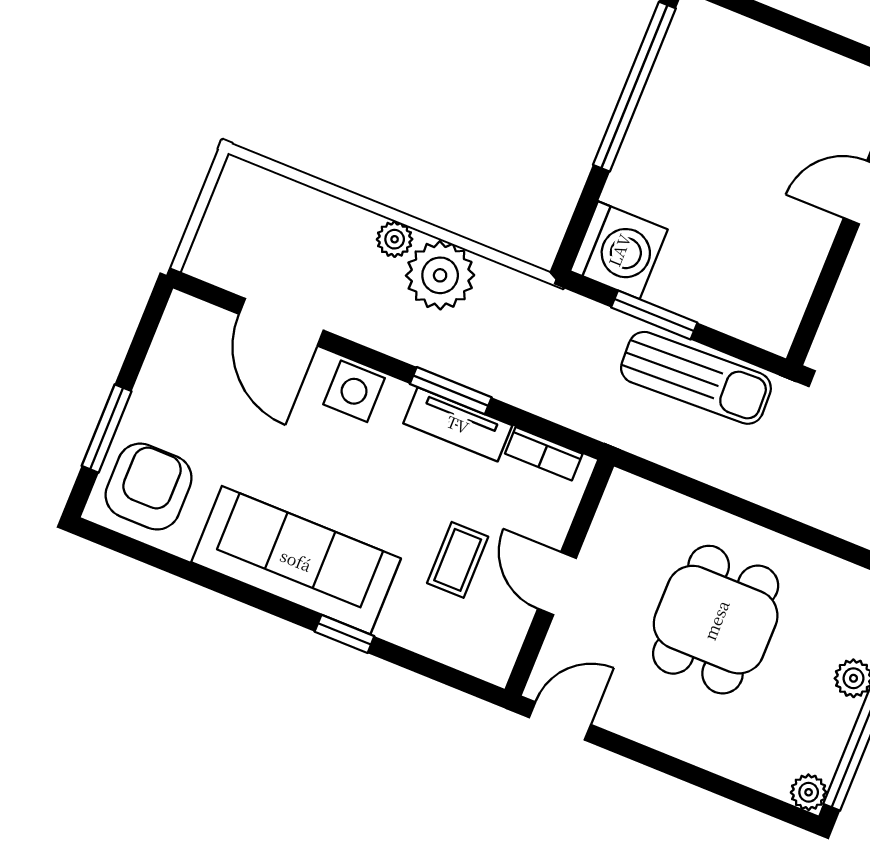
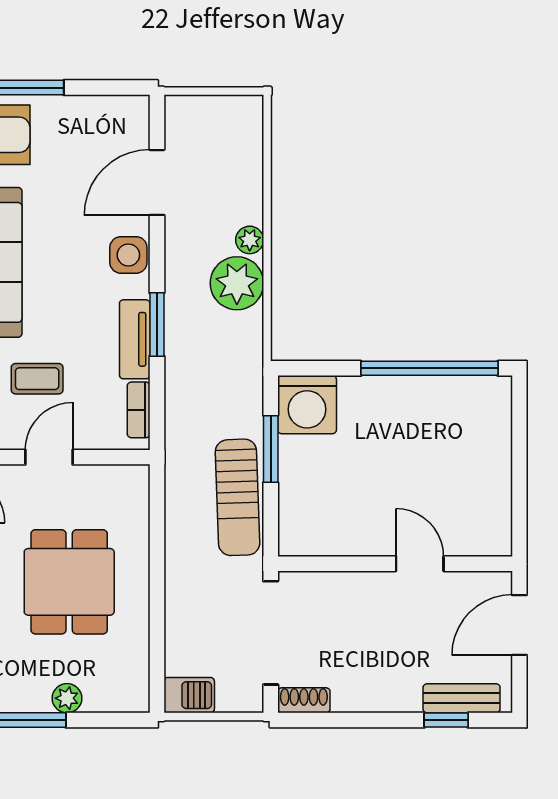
dining table: (716, 620) -> (69, 582), turned 90

